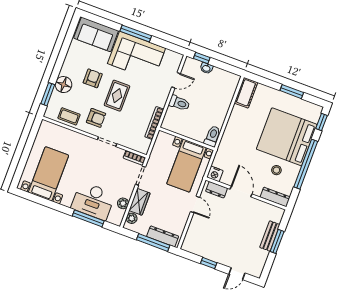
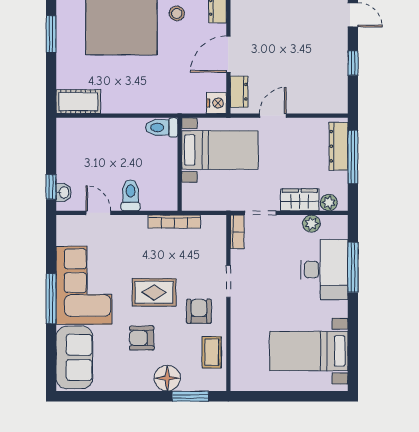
washbasin: (206, 68) -> (64, 192), moved

